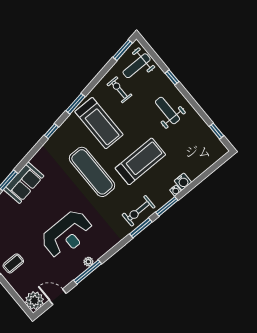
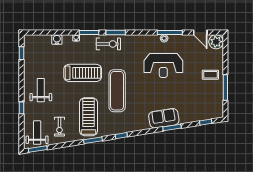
weight bench: (137, 66) -> (37, 133), turned -90
weight bench: (167, 111) -> (41, 90), turned 180
treadmill: (140, 161) -> (83, 73), turned 180
water cooler: (183, 182) -> (57, 39), moved
reception desk: (67, 234) -> (163, 65), turned 180

